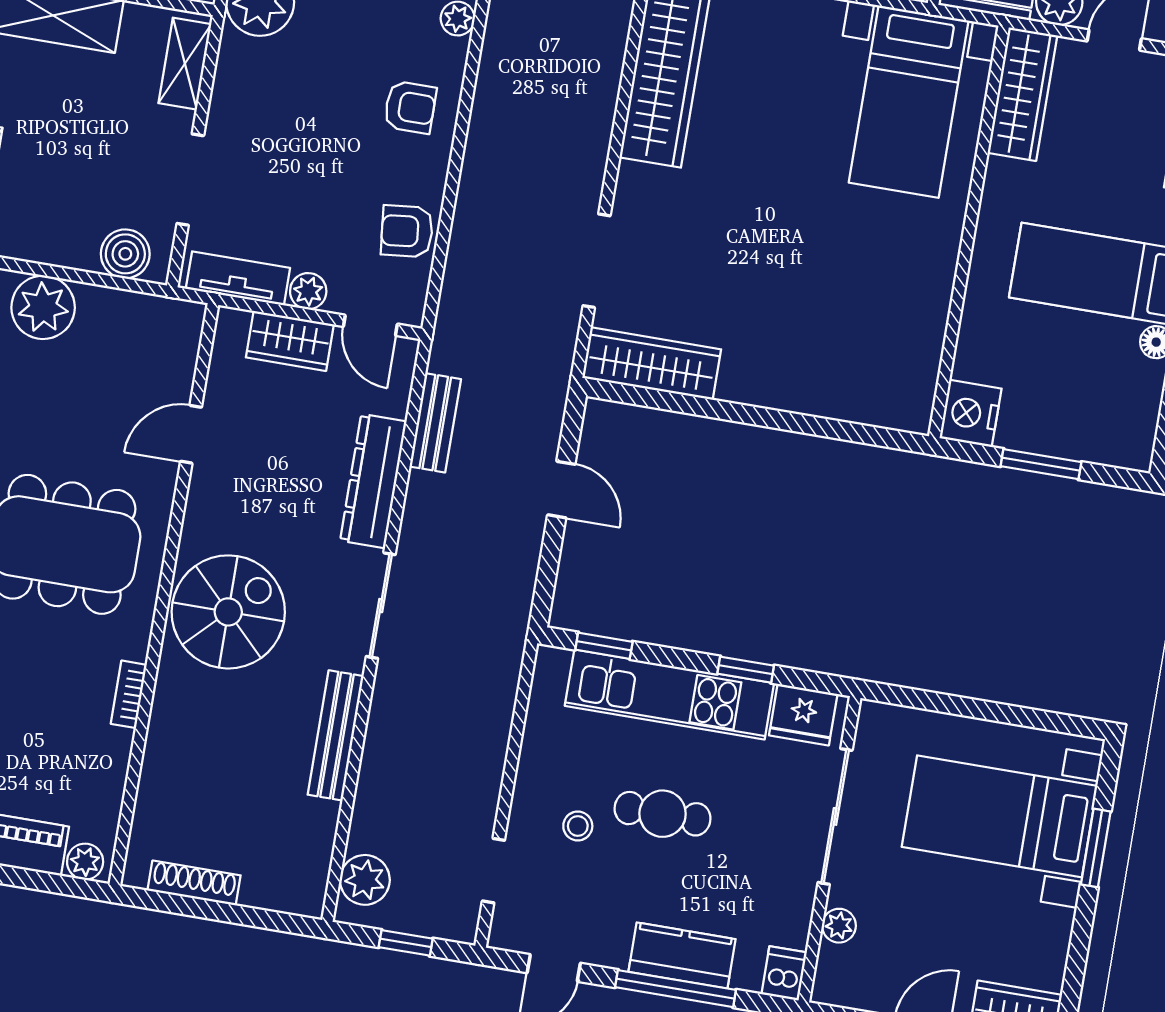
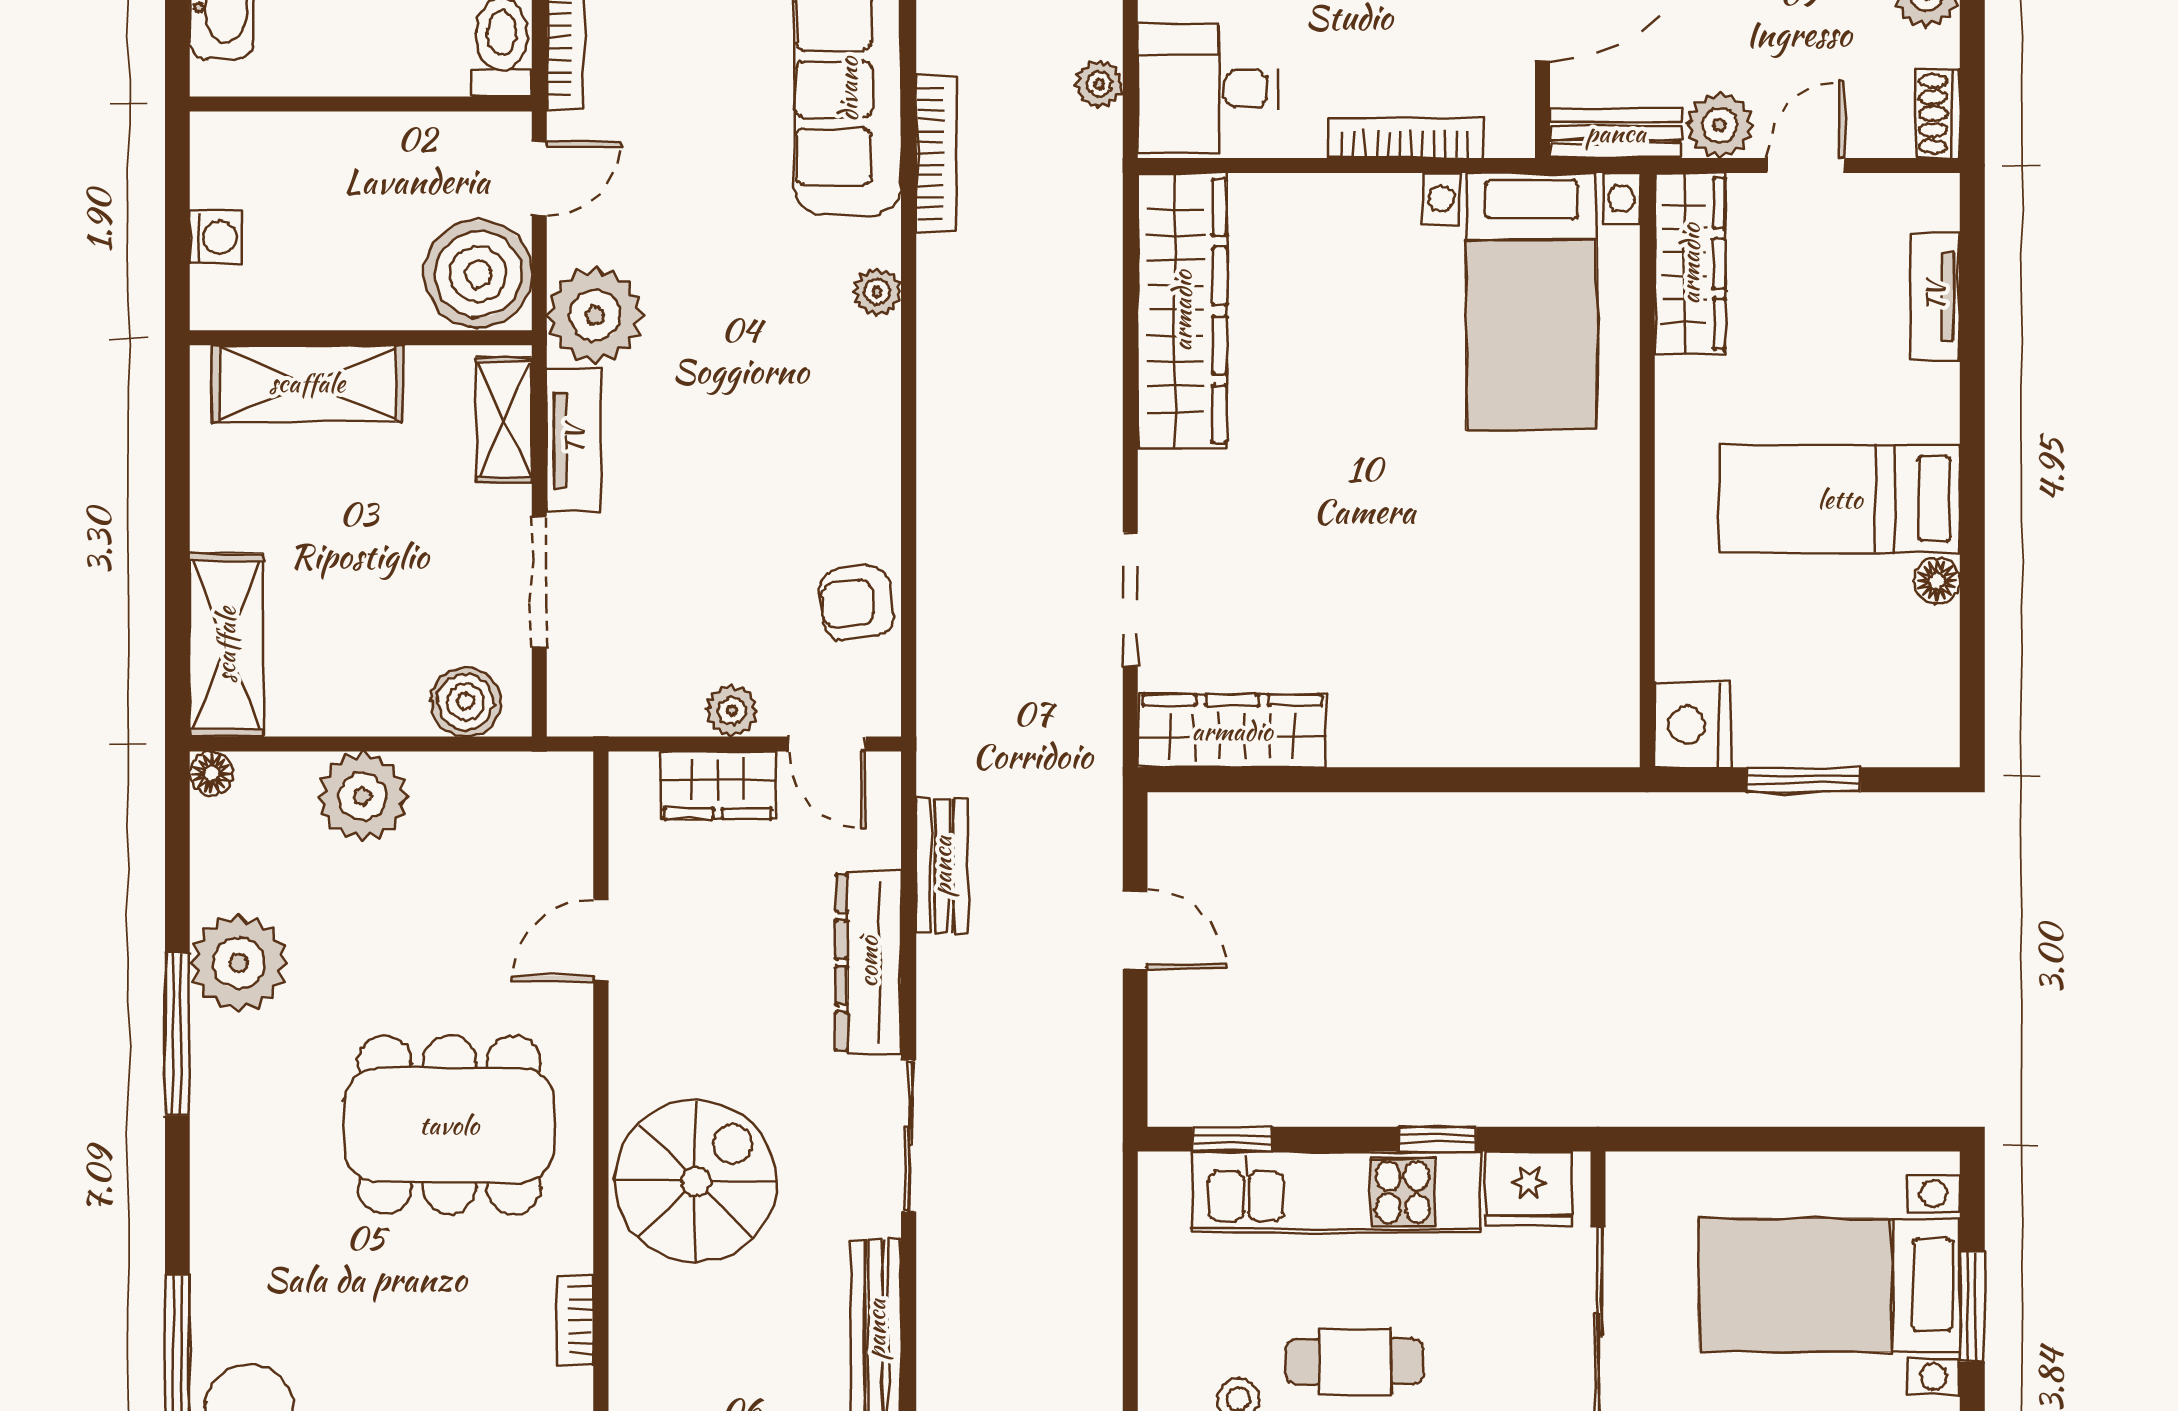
armchair: (410, 107) -> (831, 428), removed
tv unit: (238, 278) -> (574, 440), moved, turned 90

